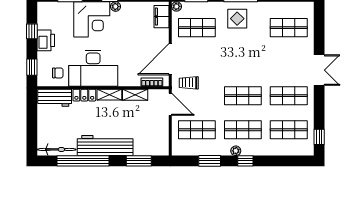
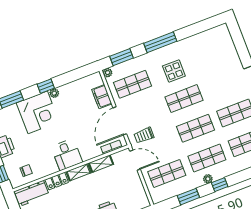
filing cabinet: (162, 17) -> (102, 97), moved
display table: (237, 19) -> (174, 71), moved
shop shelf: (289, 28) -> (184, 99), moved
desk: (93, 68) -> (67, 154), width x0.53, depth x0.77

